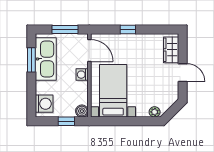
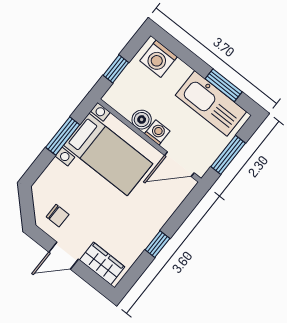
window: (128, 29) -> (157, 244), moved
chair: (165, 92) -> (58, 216), added
boiler: (82, 111) -> (142, 120), moved
plant: (155, 112) -> (43, 184), removed
window: (122, 121) -> (63, 136), added

